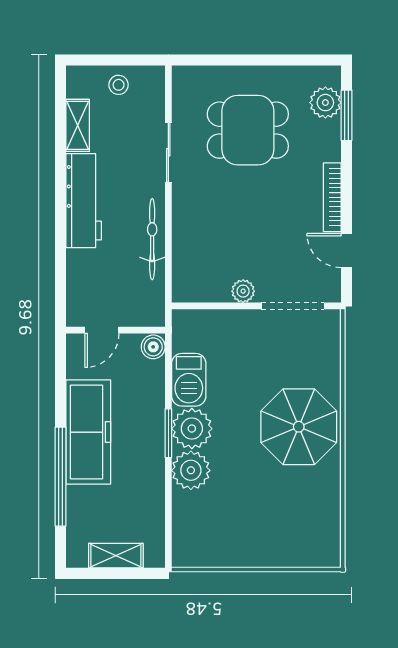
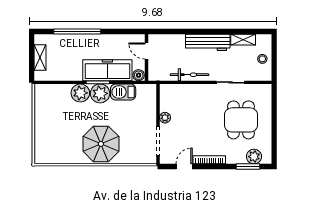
freezer: (88, 432) -> (107, 70), moved, turned 180

